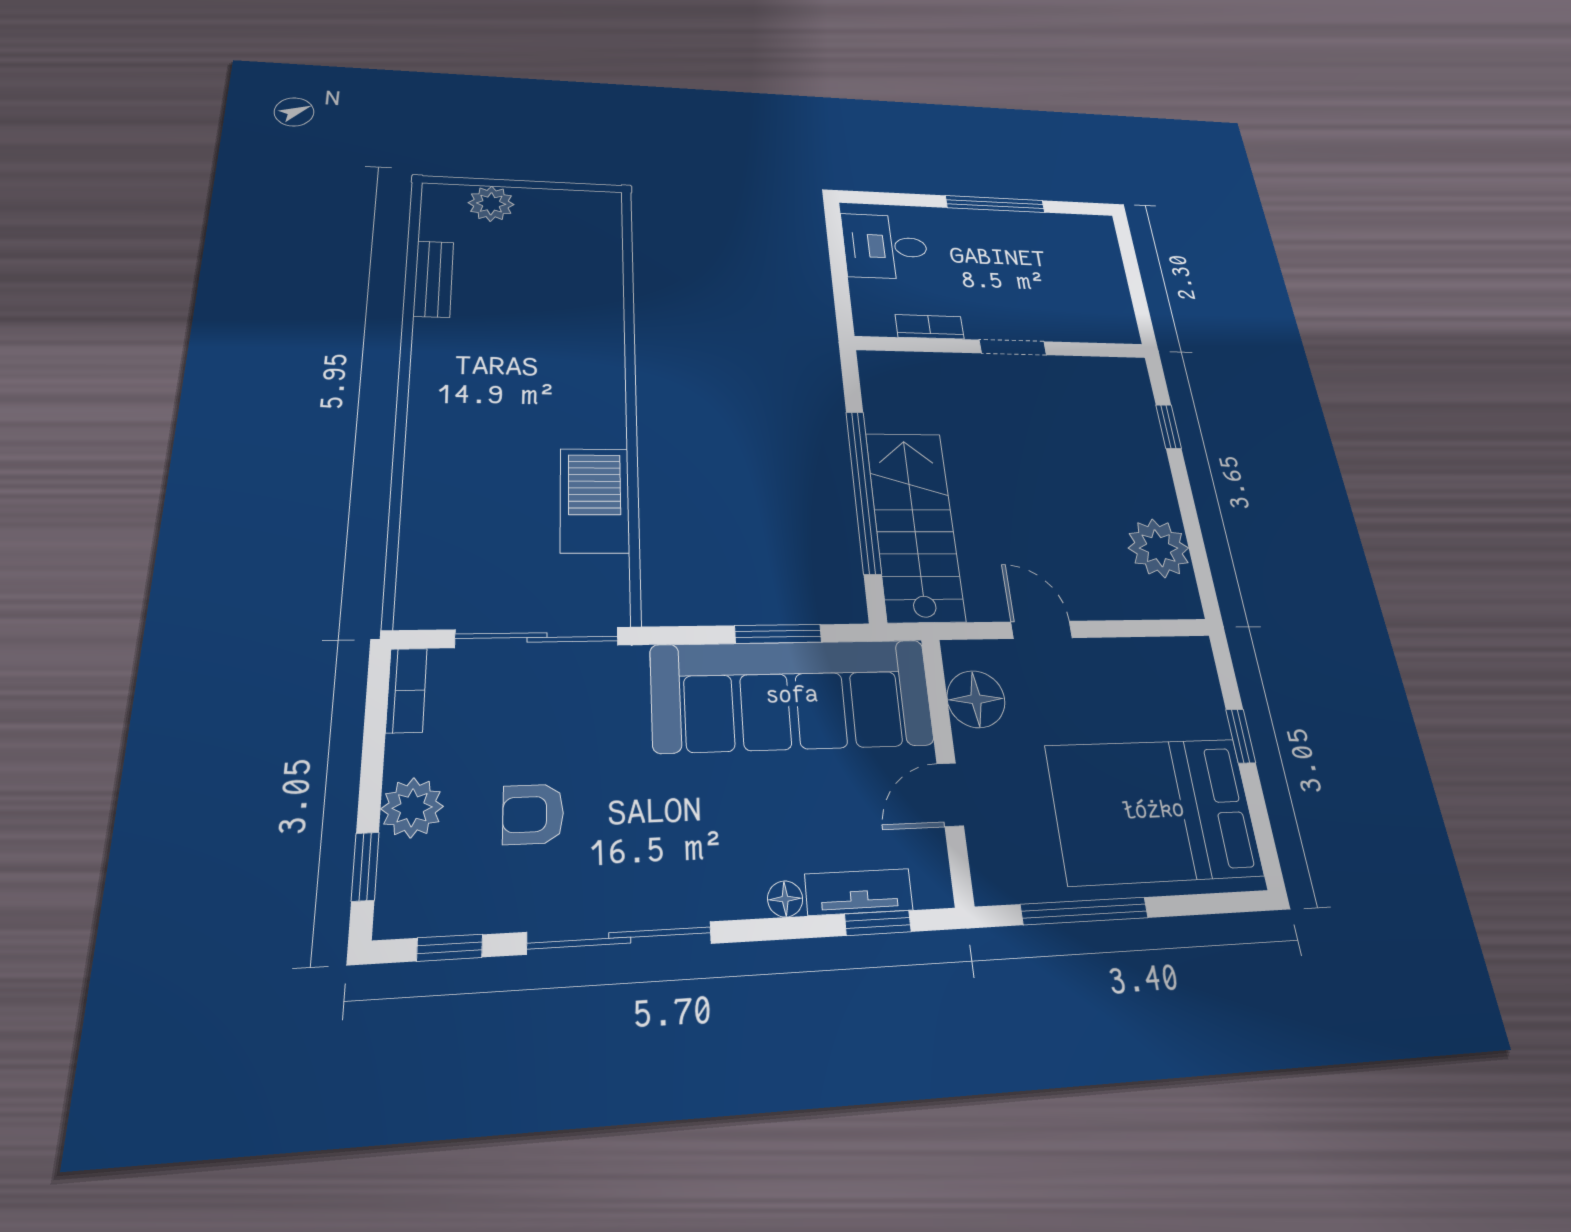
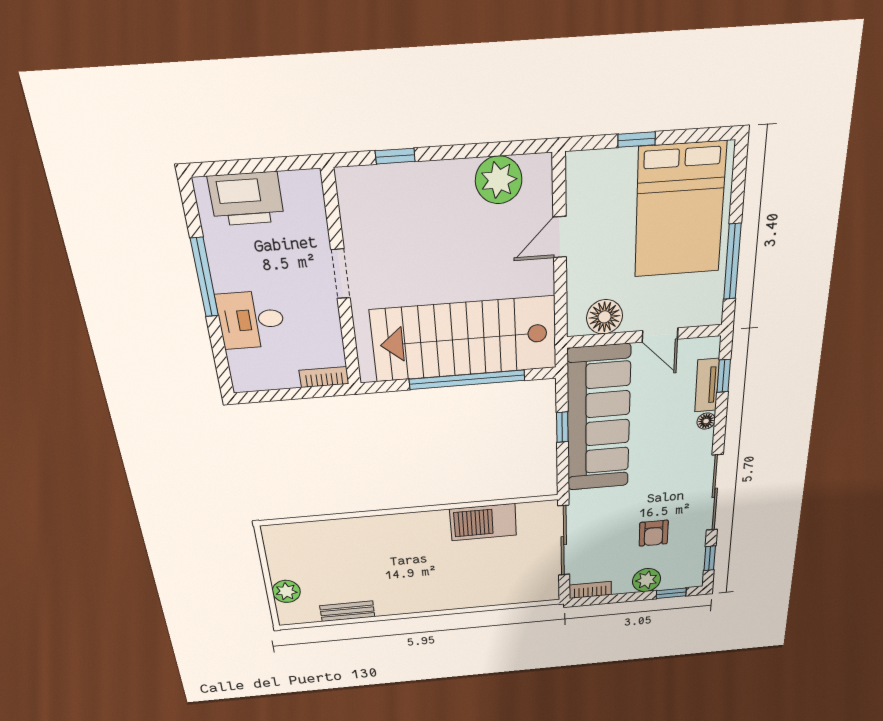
desk: (885, 246) -> (251, 320), moved, turned 90
printer: (1095, 263) -> (246, 199), added
bookcase: (930, 327) -> (324, 377), moved, turned 90
stairs: (914, 525) -> (465, 339), width x1.36, depth x1.51
door: (1042, 630) -> (560, 237), moved
window: (778, 634) -> (562, 427), width x0.67

